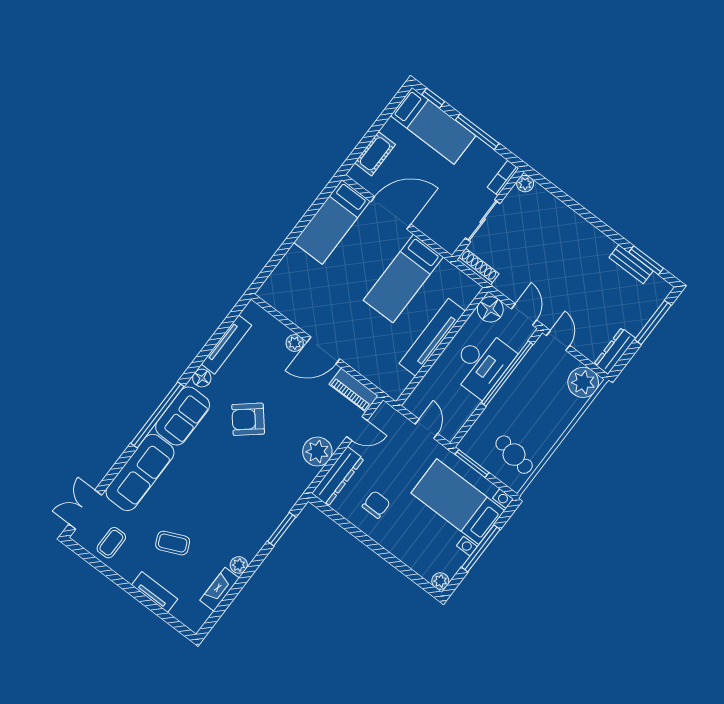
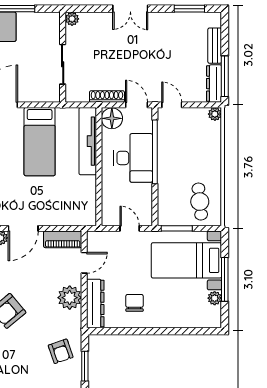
bookcase: (503, 178) -> (55, 26), removed
double door: (589, 217) -> (130, 9), added
bench: (631, 264) -> (215, 46), moved, turned 90
shoe rack: (478, 267) -> (107, 97), moved
window: (653, 322) -> (225, 76), moved
tv unit: (432, 337) -> (88, 141), moved
plant: (583, 382) -> (215, 114), width x0.53, depth x0.53
cafe table: (514, 455) -> (200, 202), turned 74
armchair: (269, 497) -> (61, 351), added
plant: (440, 581) -> (215, 298), moved

